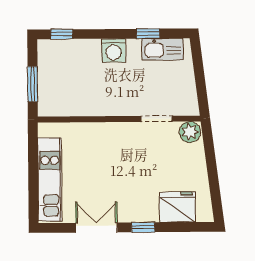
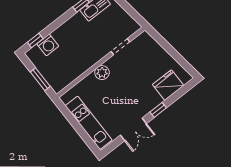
washing machine: (114, 50) -> (48, 45), moved
plant: (190, 132) -> (102, 73), moved
double door: (96, 228) -> (133, 129), swing flipped

